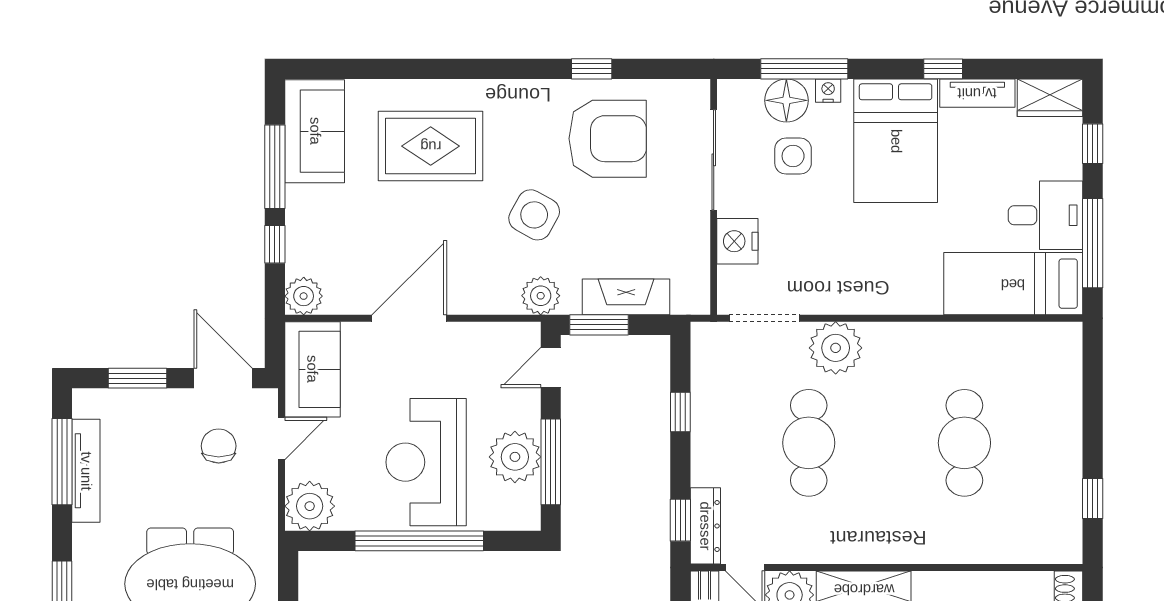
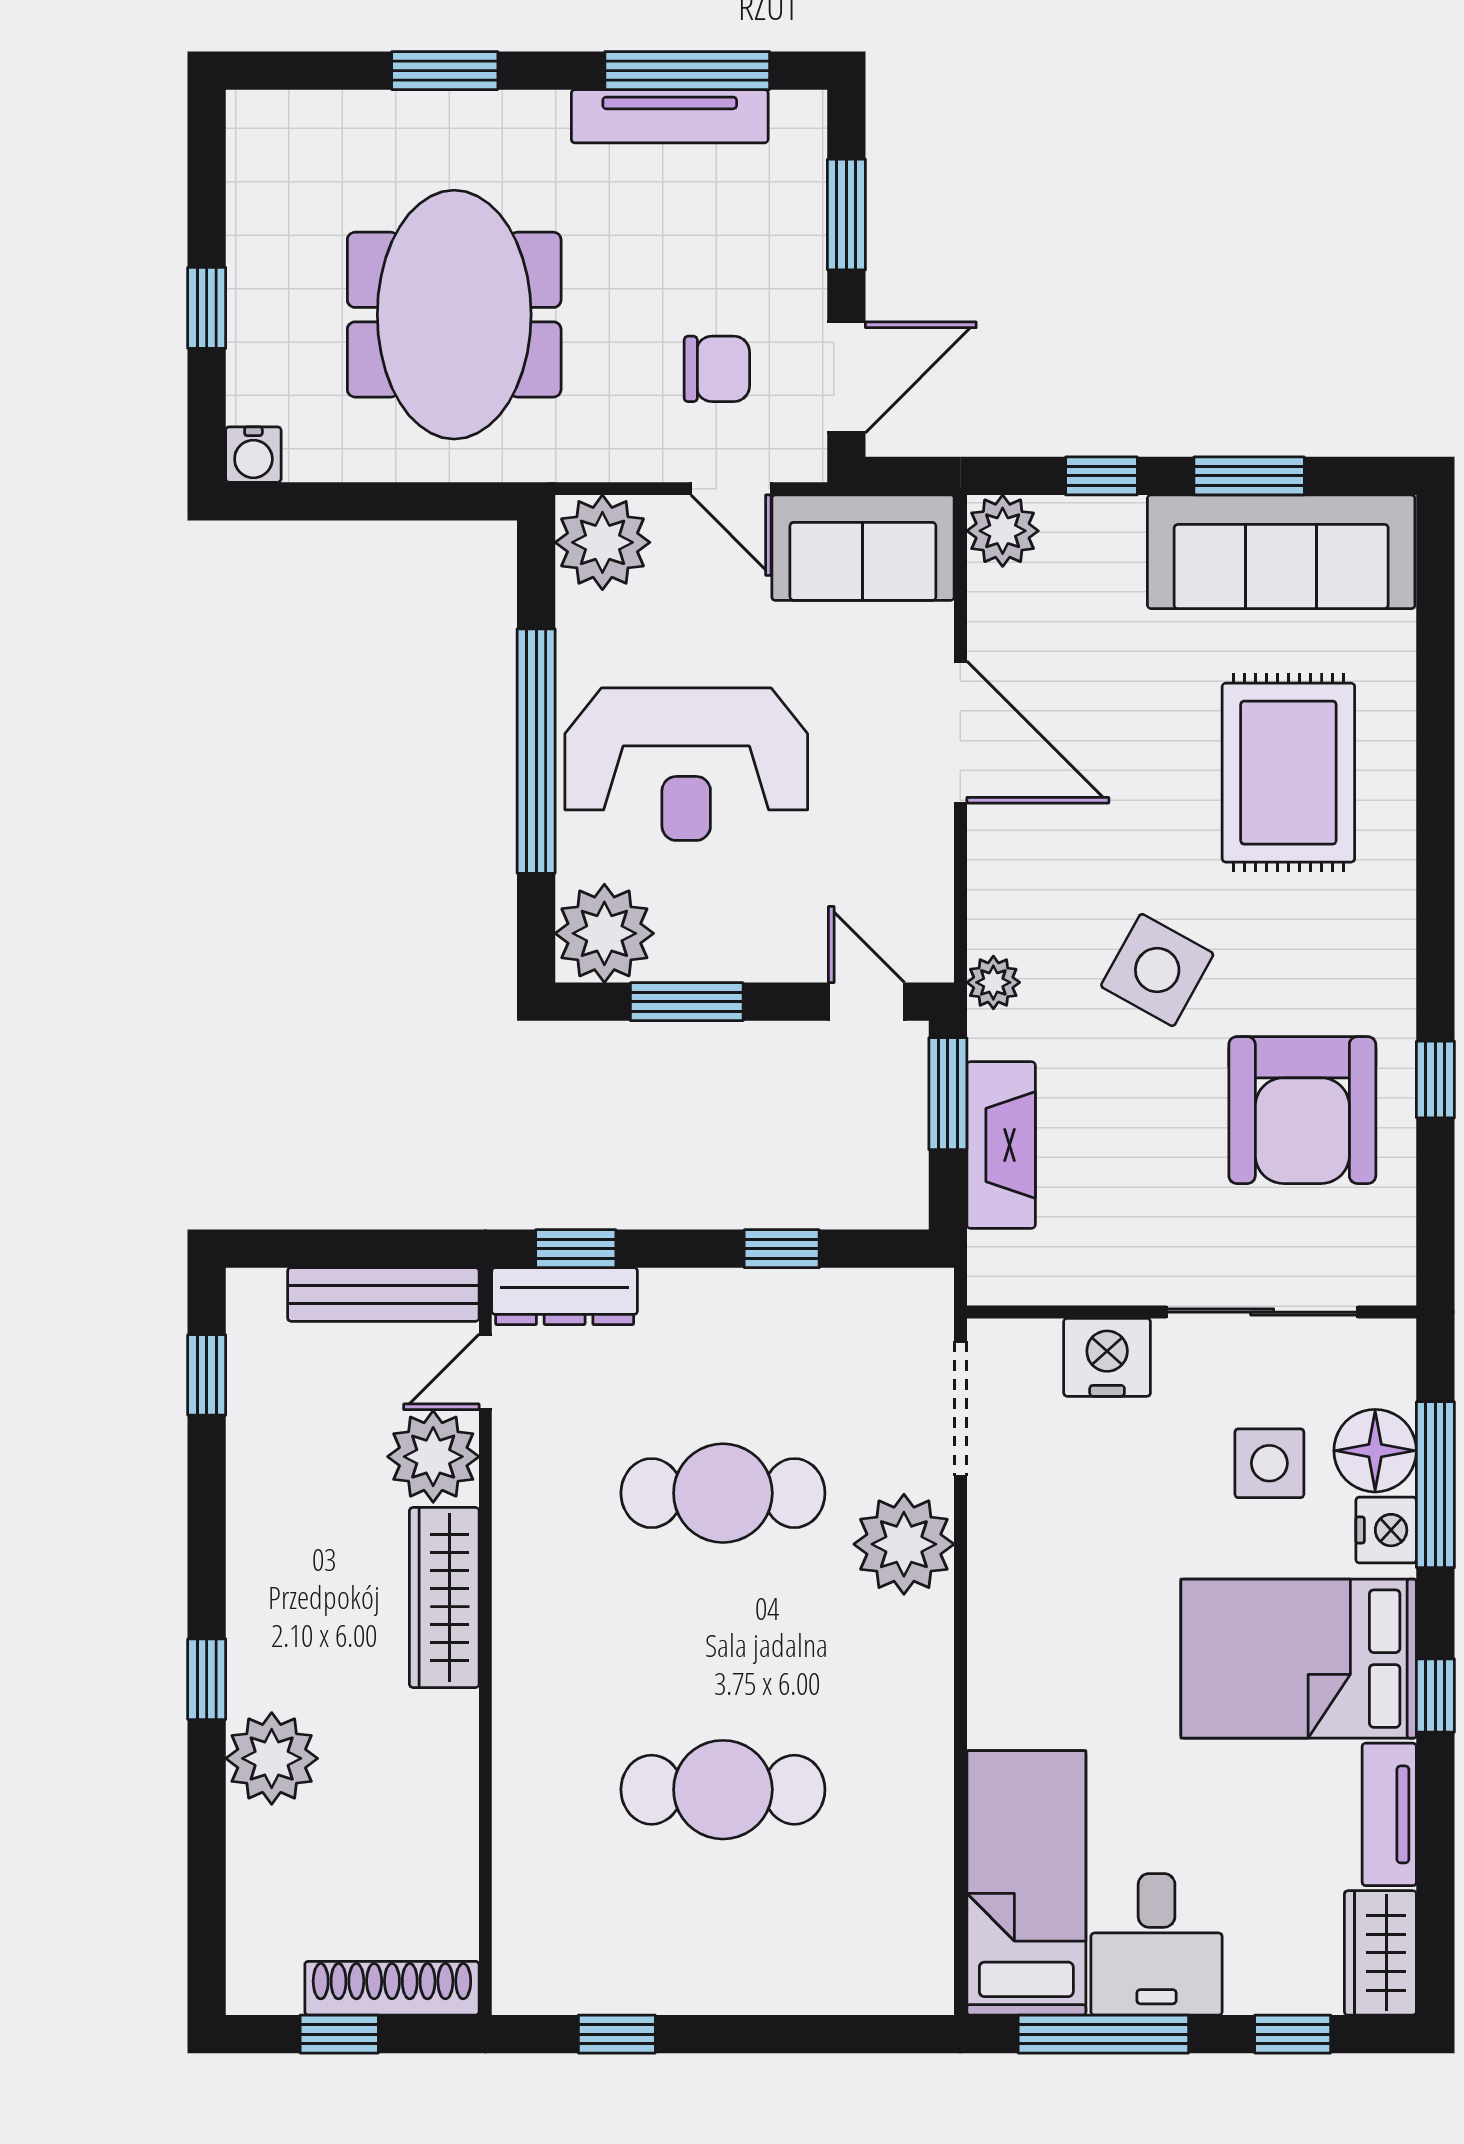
window: (943, 69) -> (1435, 1696), moved
nightstand: (828, 91) -> (1386, 1530), width x1.39, depth x1.35
sofa: (315, 131) -> (1281, 552), width x1.36
window: (275, 167) -> (1249, 476), width x0.69
plant: (541, 296) -> (993, 982), width x0.73, depth x0.73
plant: (515, 457) -> (604, 933), moved
reception desk: (426, 462) -> (686, 764), turned 180
window: (551, 462) -> (687, 1002), width x0.69

